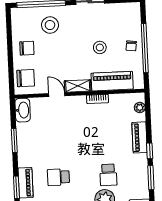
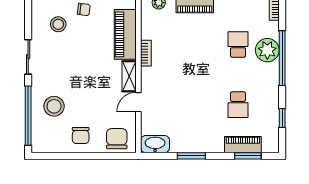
stool: (100, 47) -> (58, 24), moved
chair: (27, 48) -> (81, 135), turned 180
school desk: (108, 175) -> (238, 44), turned -90

